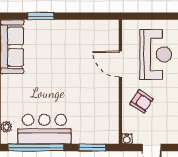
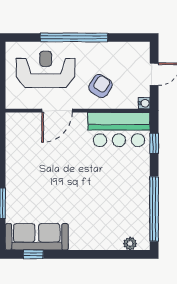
bar counter: (44, 129) -> (119, 129), moved, turned -90
window: (92, 147) -> (154, 144), width x0.67

